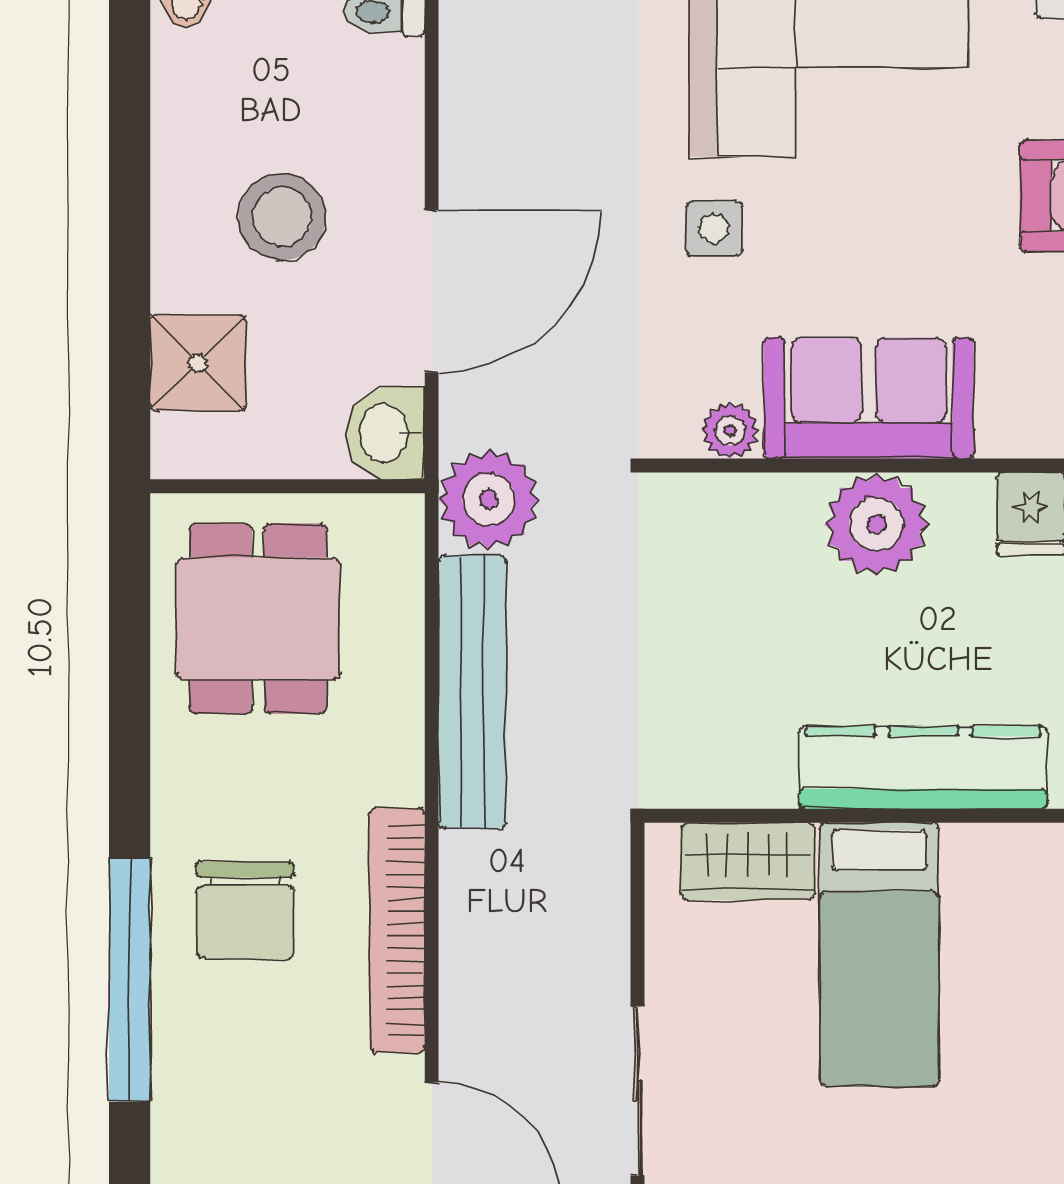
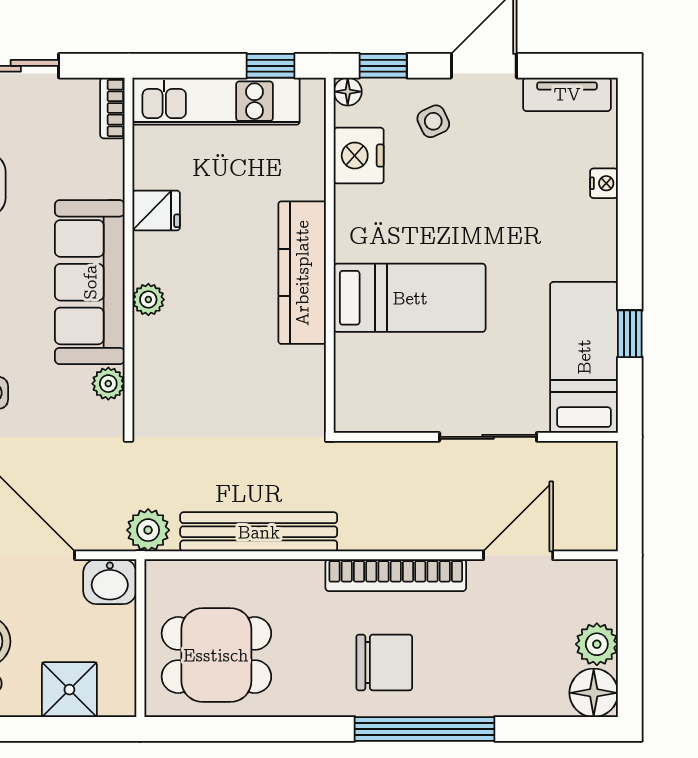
sofa: (869, 398) -> (90, 282), width x1.36
plant: (489, 500) -> (148, 530), width x0.73, depth x0.73
plant: (876, 524) -> (148, 300), width x0.53, depth x0.53
wardrobe: (748, 861) -> (356, 373), removed

